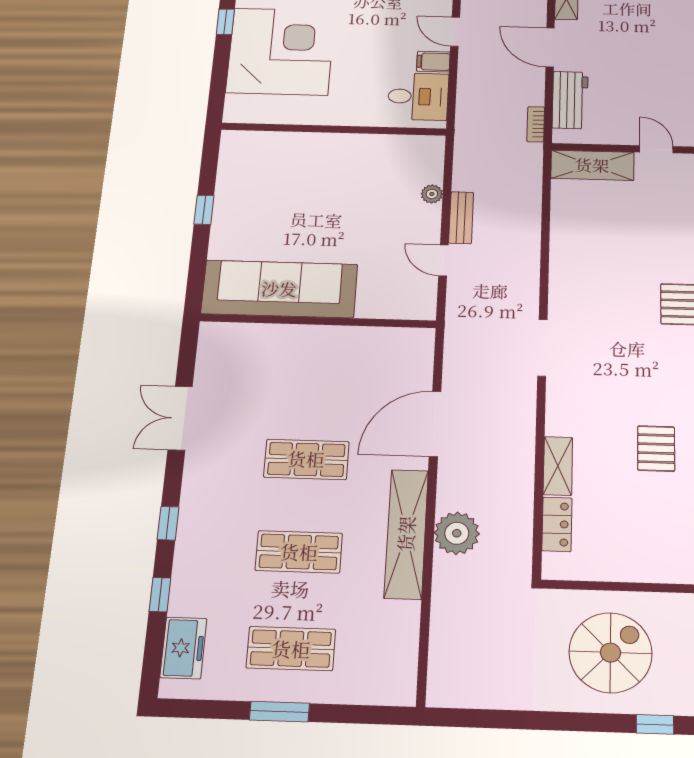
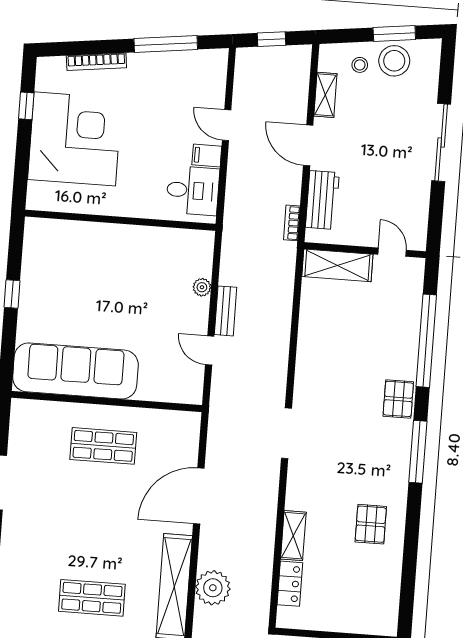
shop shelf: (306, 459) -> (103, 446), moved

